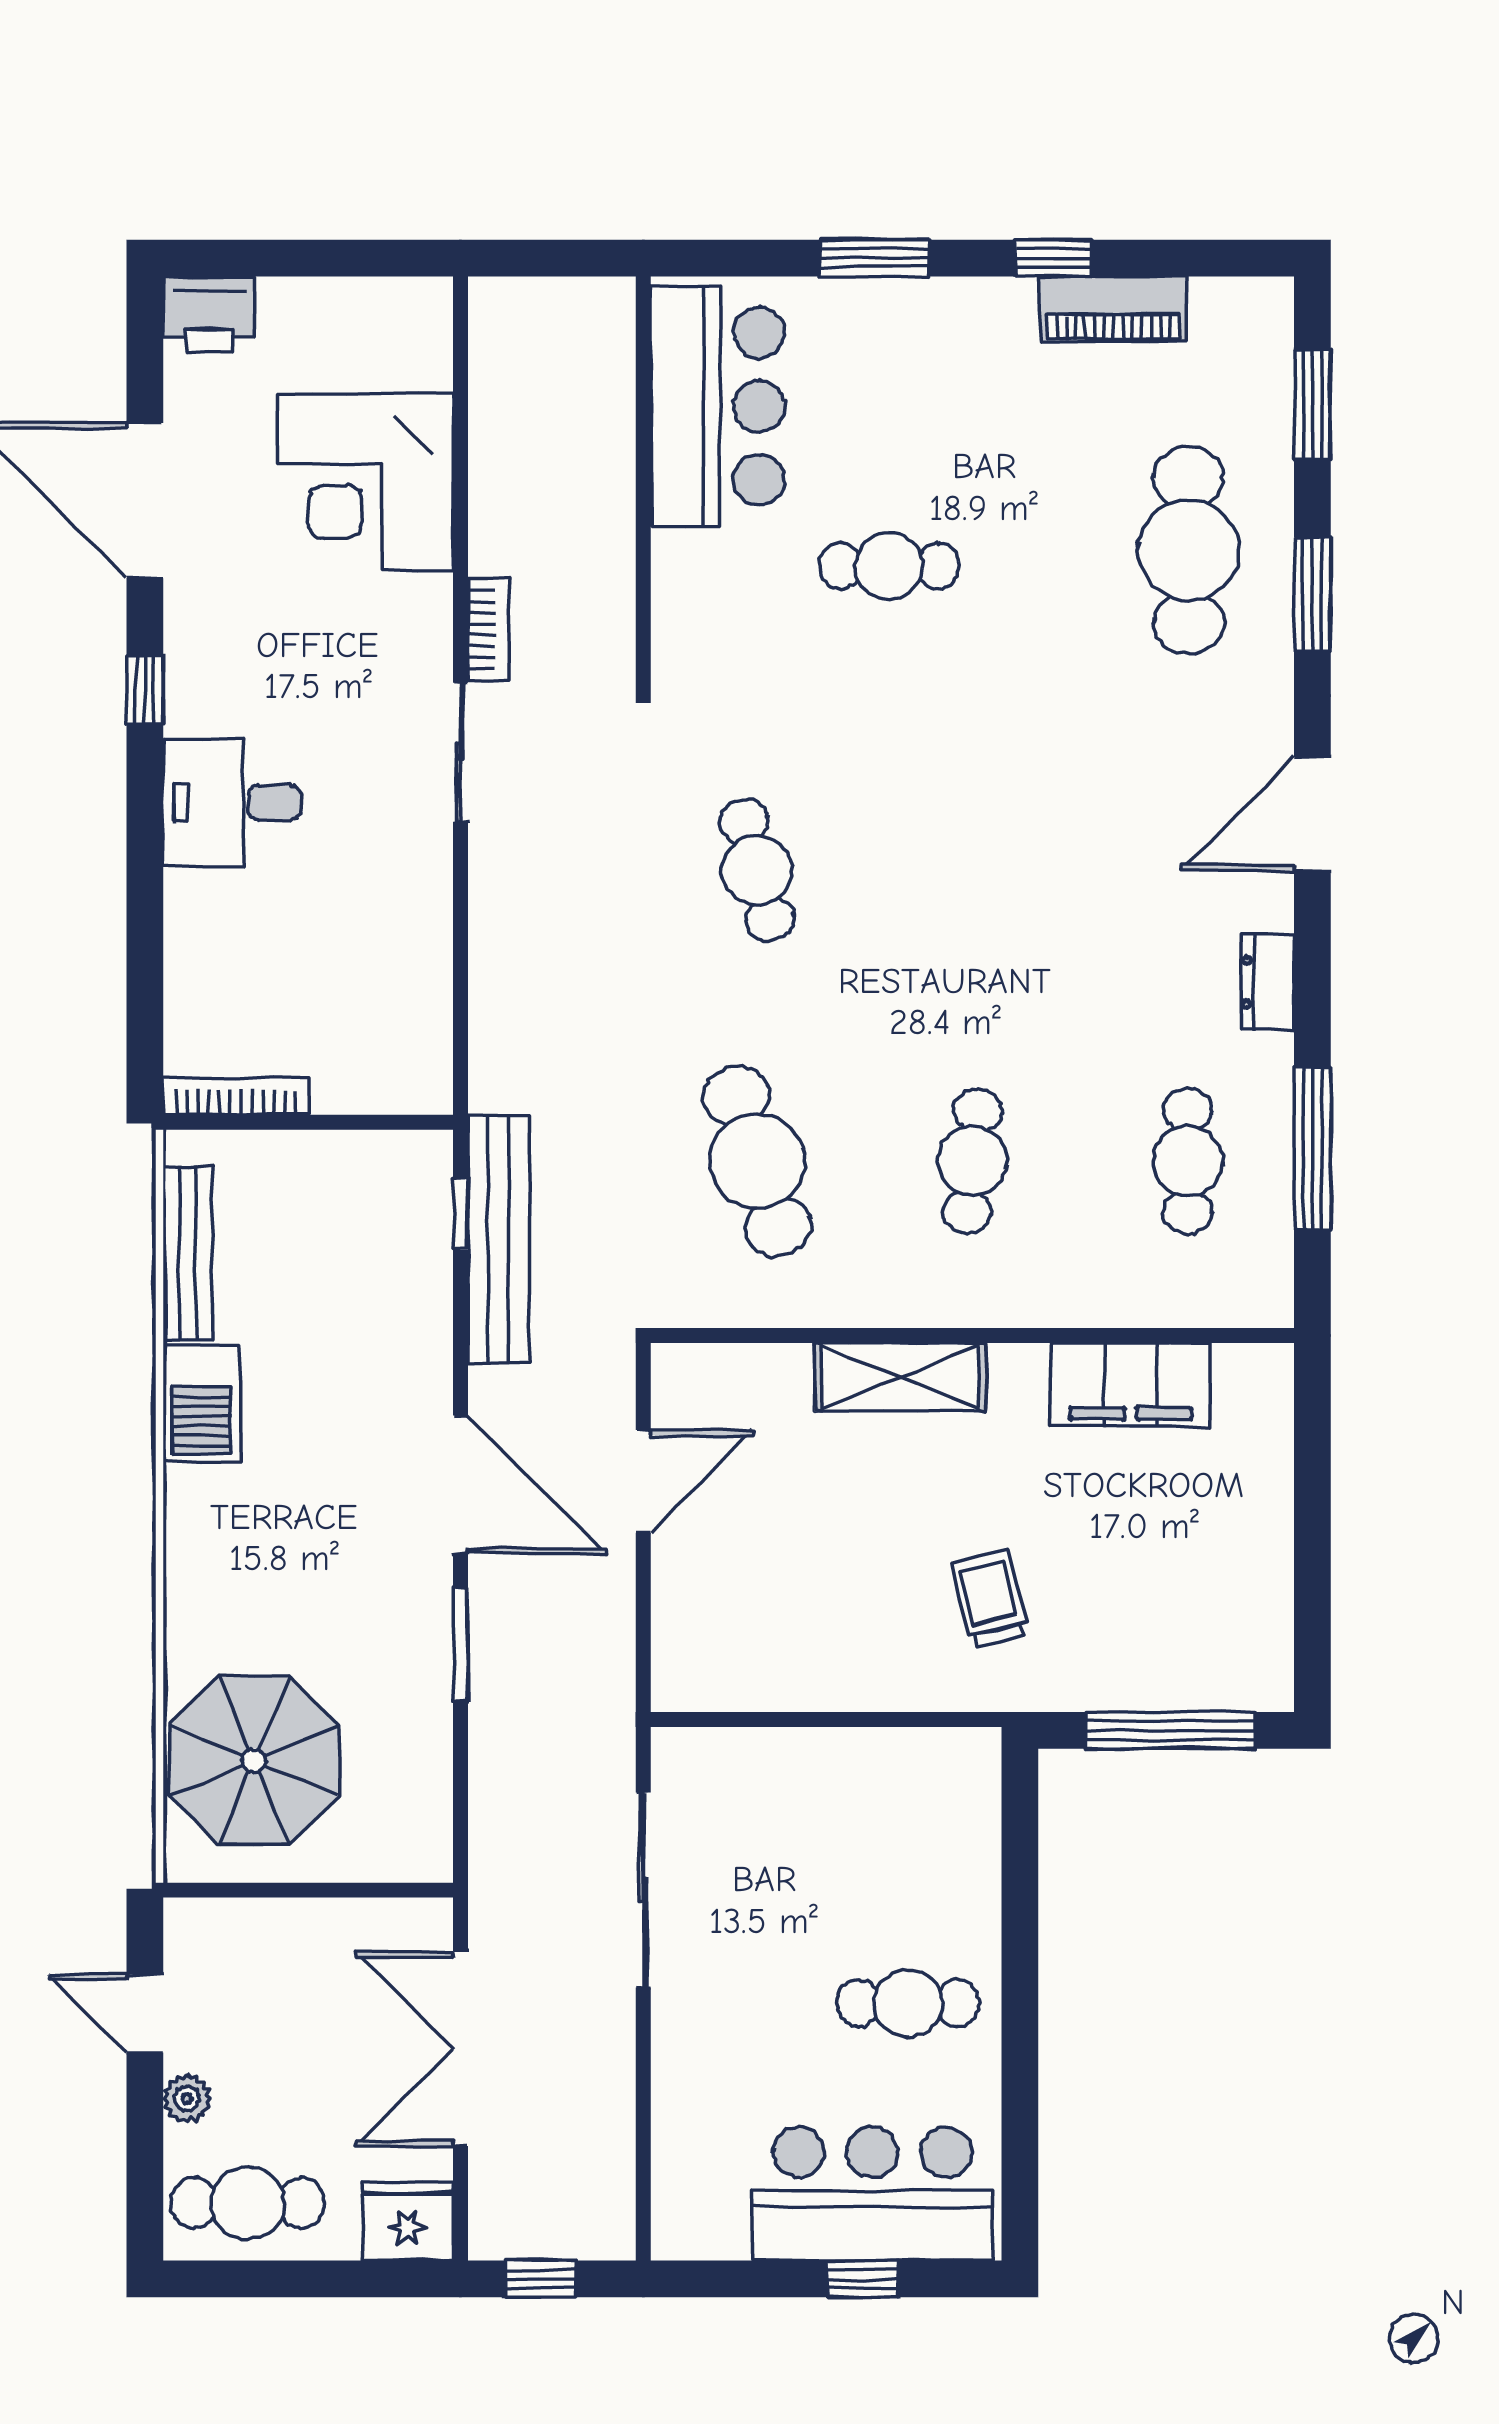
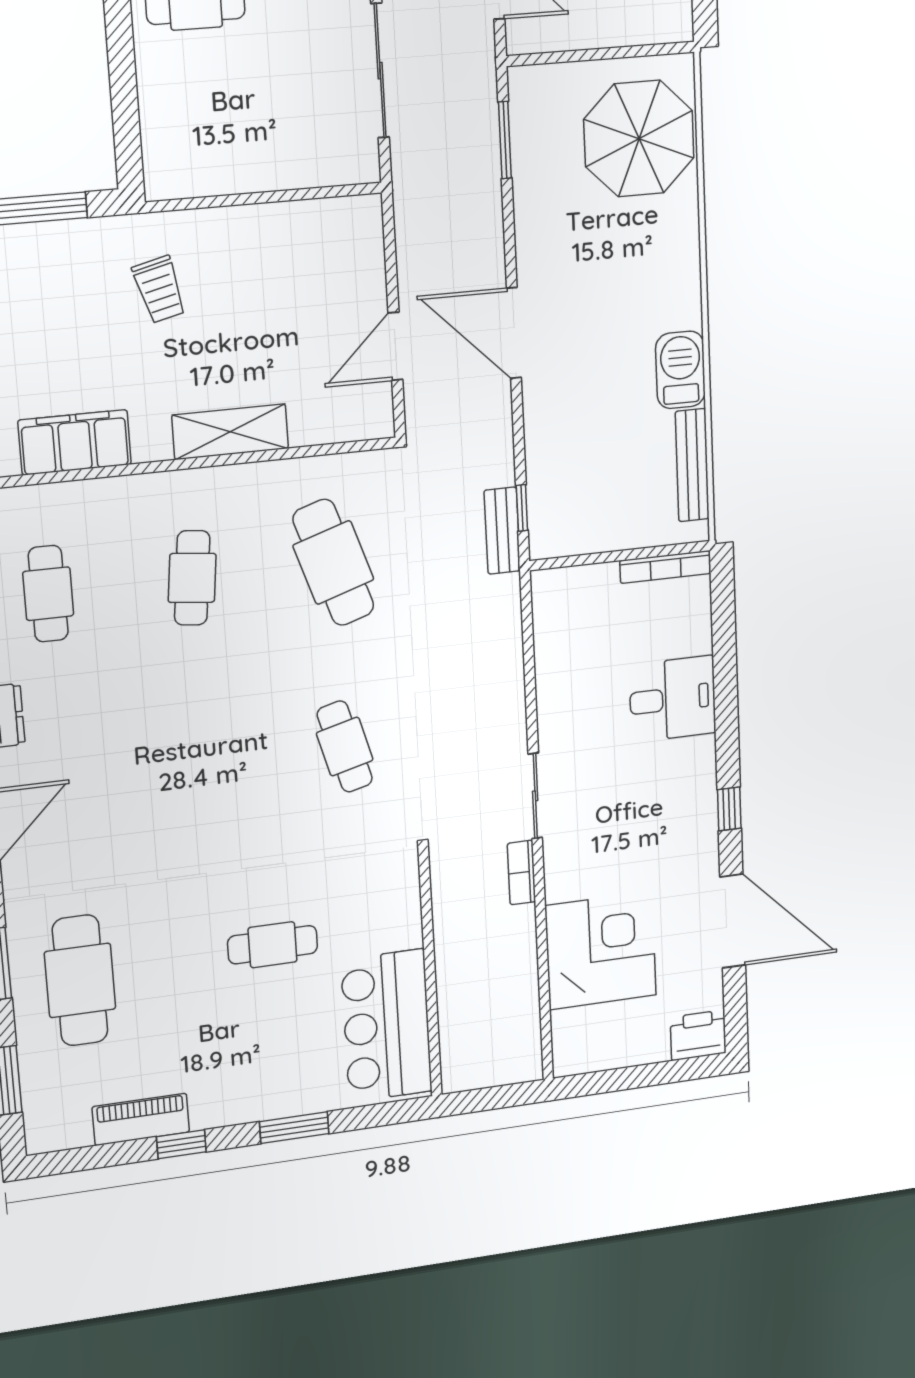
desk: (232, 803) -> (673, 699), moved
bench: (498, 1239) -> (502, 531), width x0.54, depth x0.82
window: (460, 1644) -> (505, 140), moved

